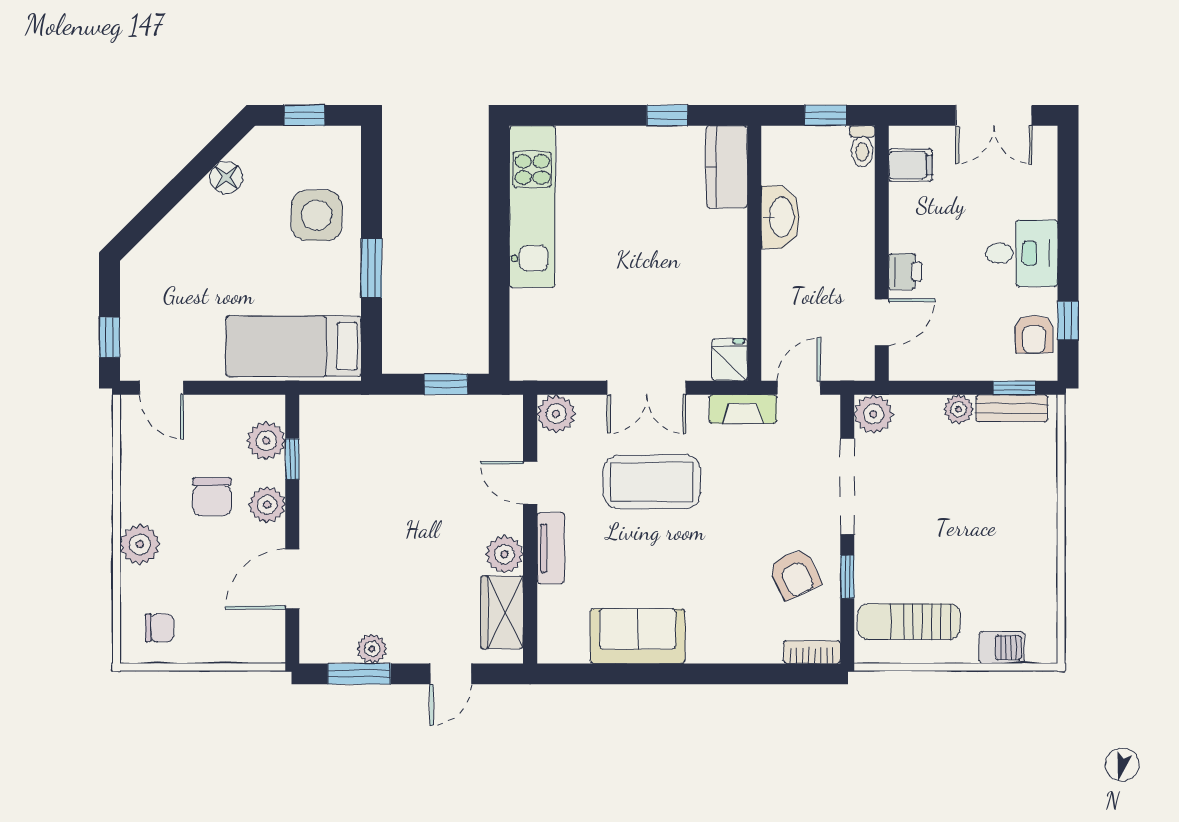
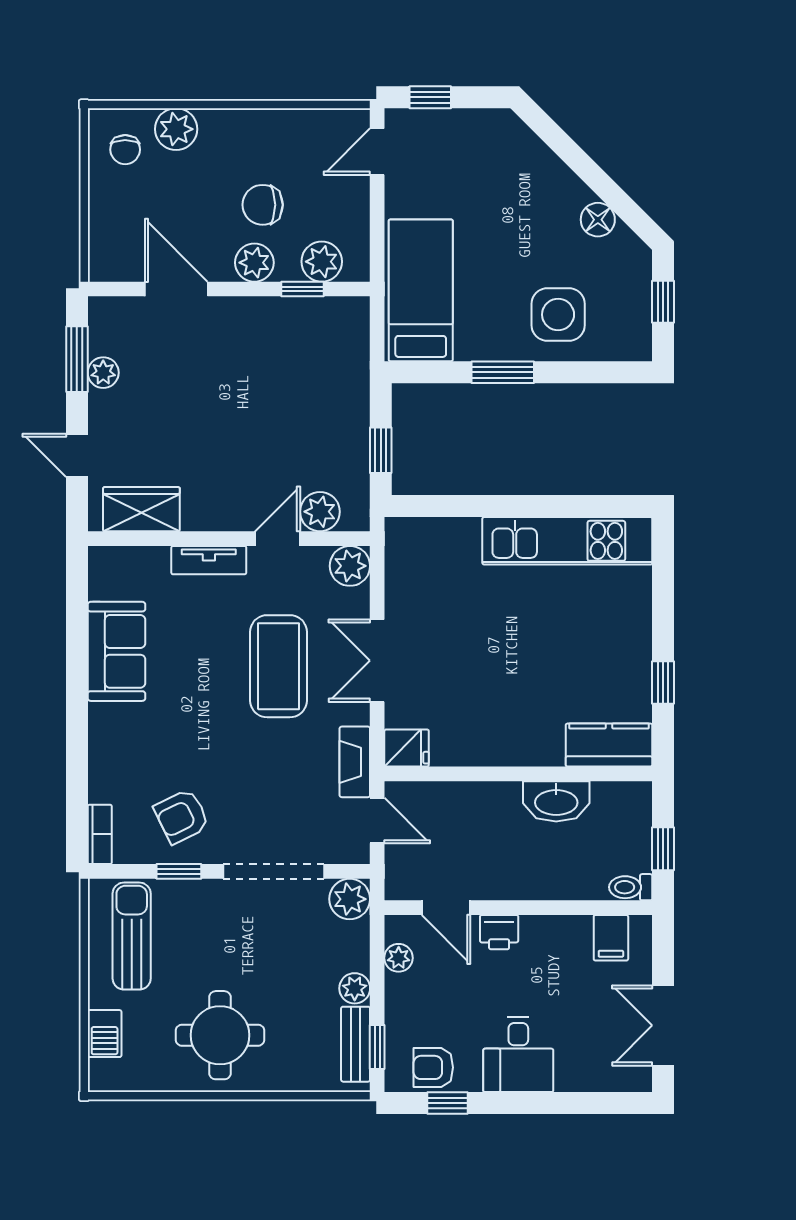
plant: (930, 367) -> (399, 958), added
round table: (1003, 538) -> (220, 1035), added
plant: (140, 544) -> (176, 129), moved
plant: (504, 554) -> (320, 512), moved

